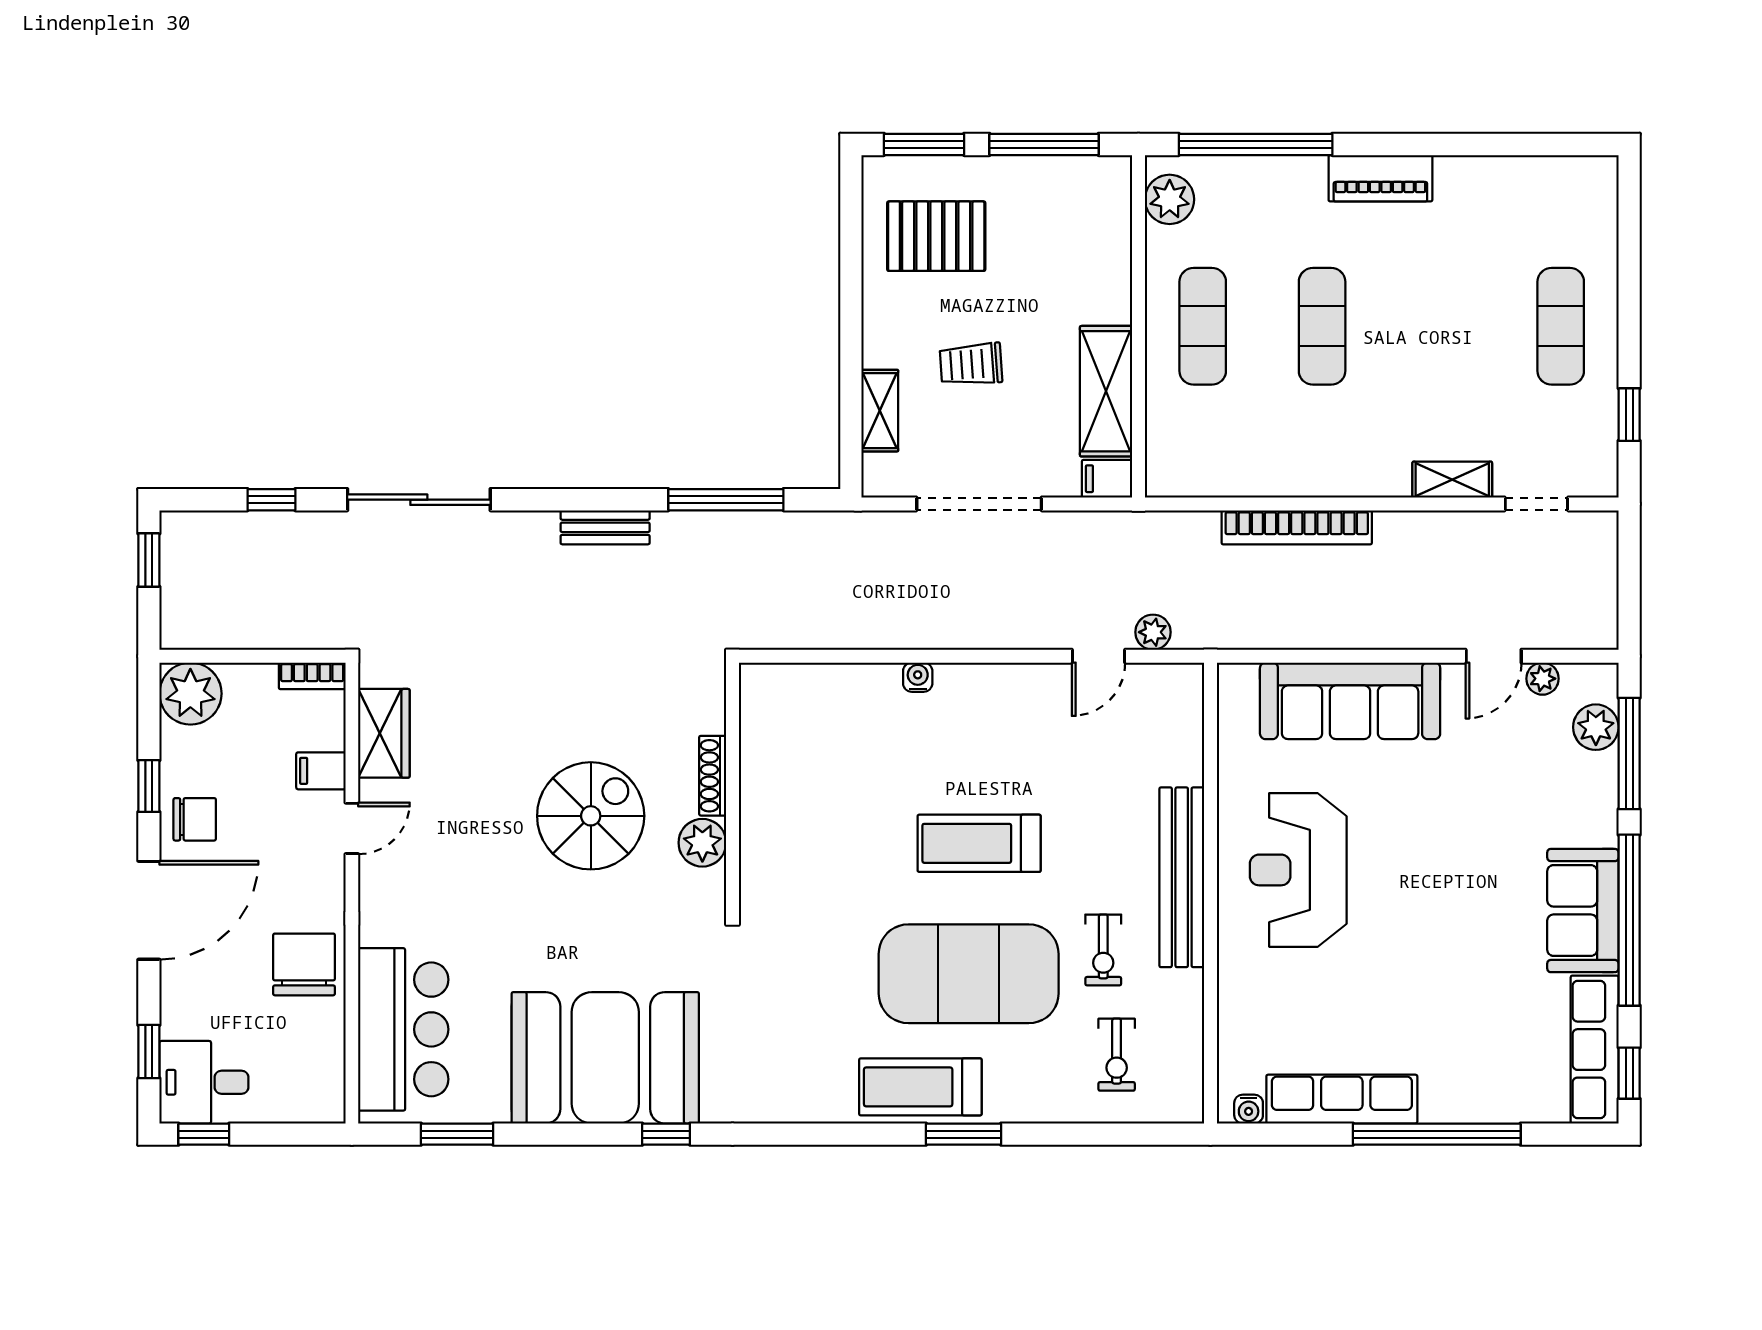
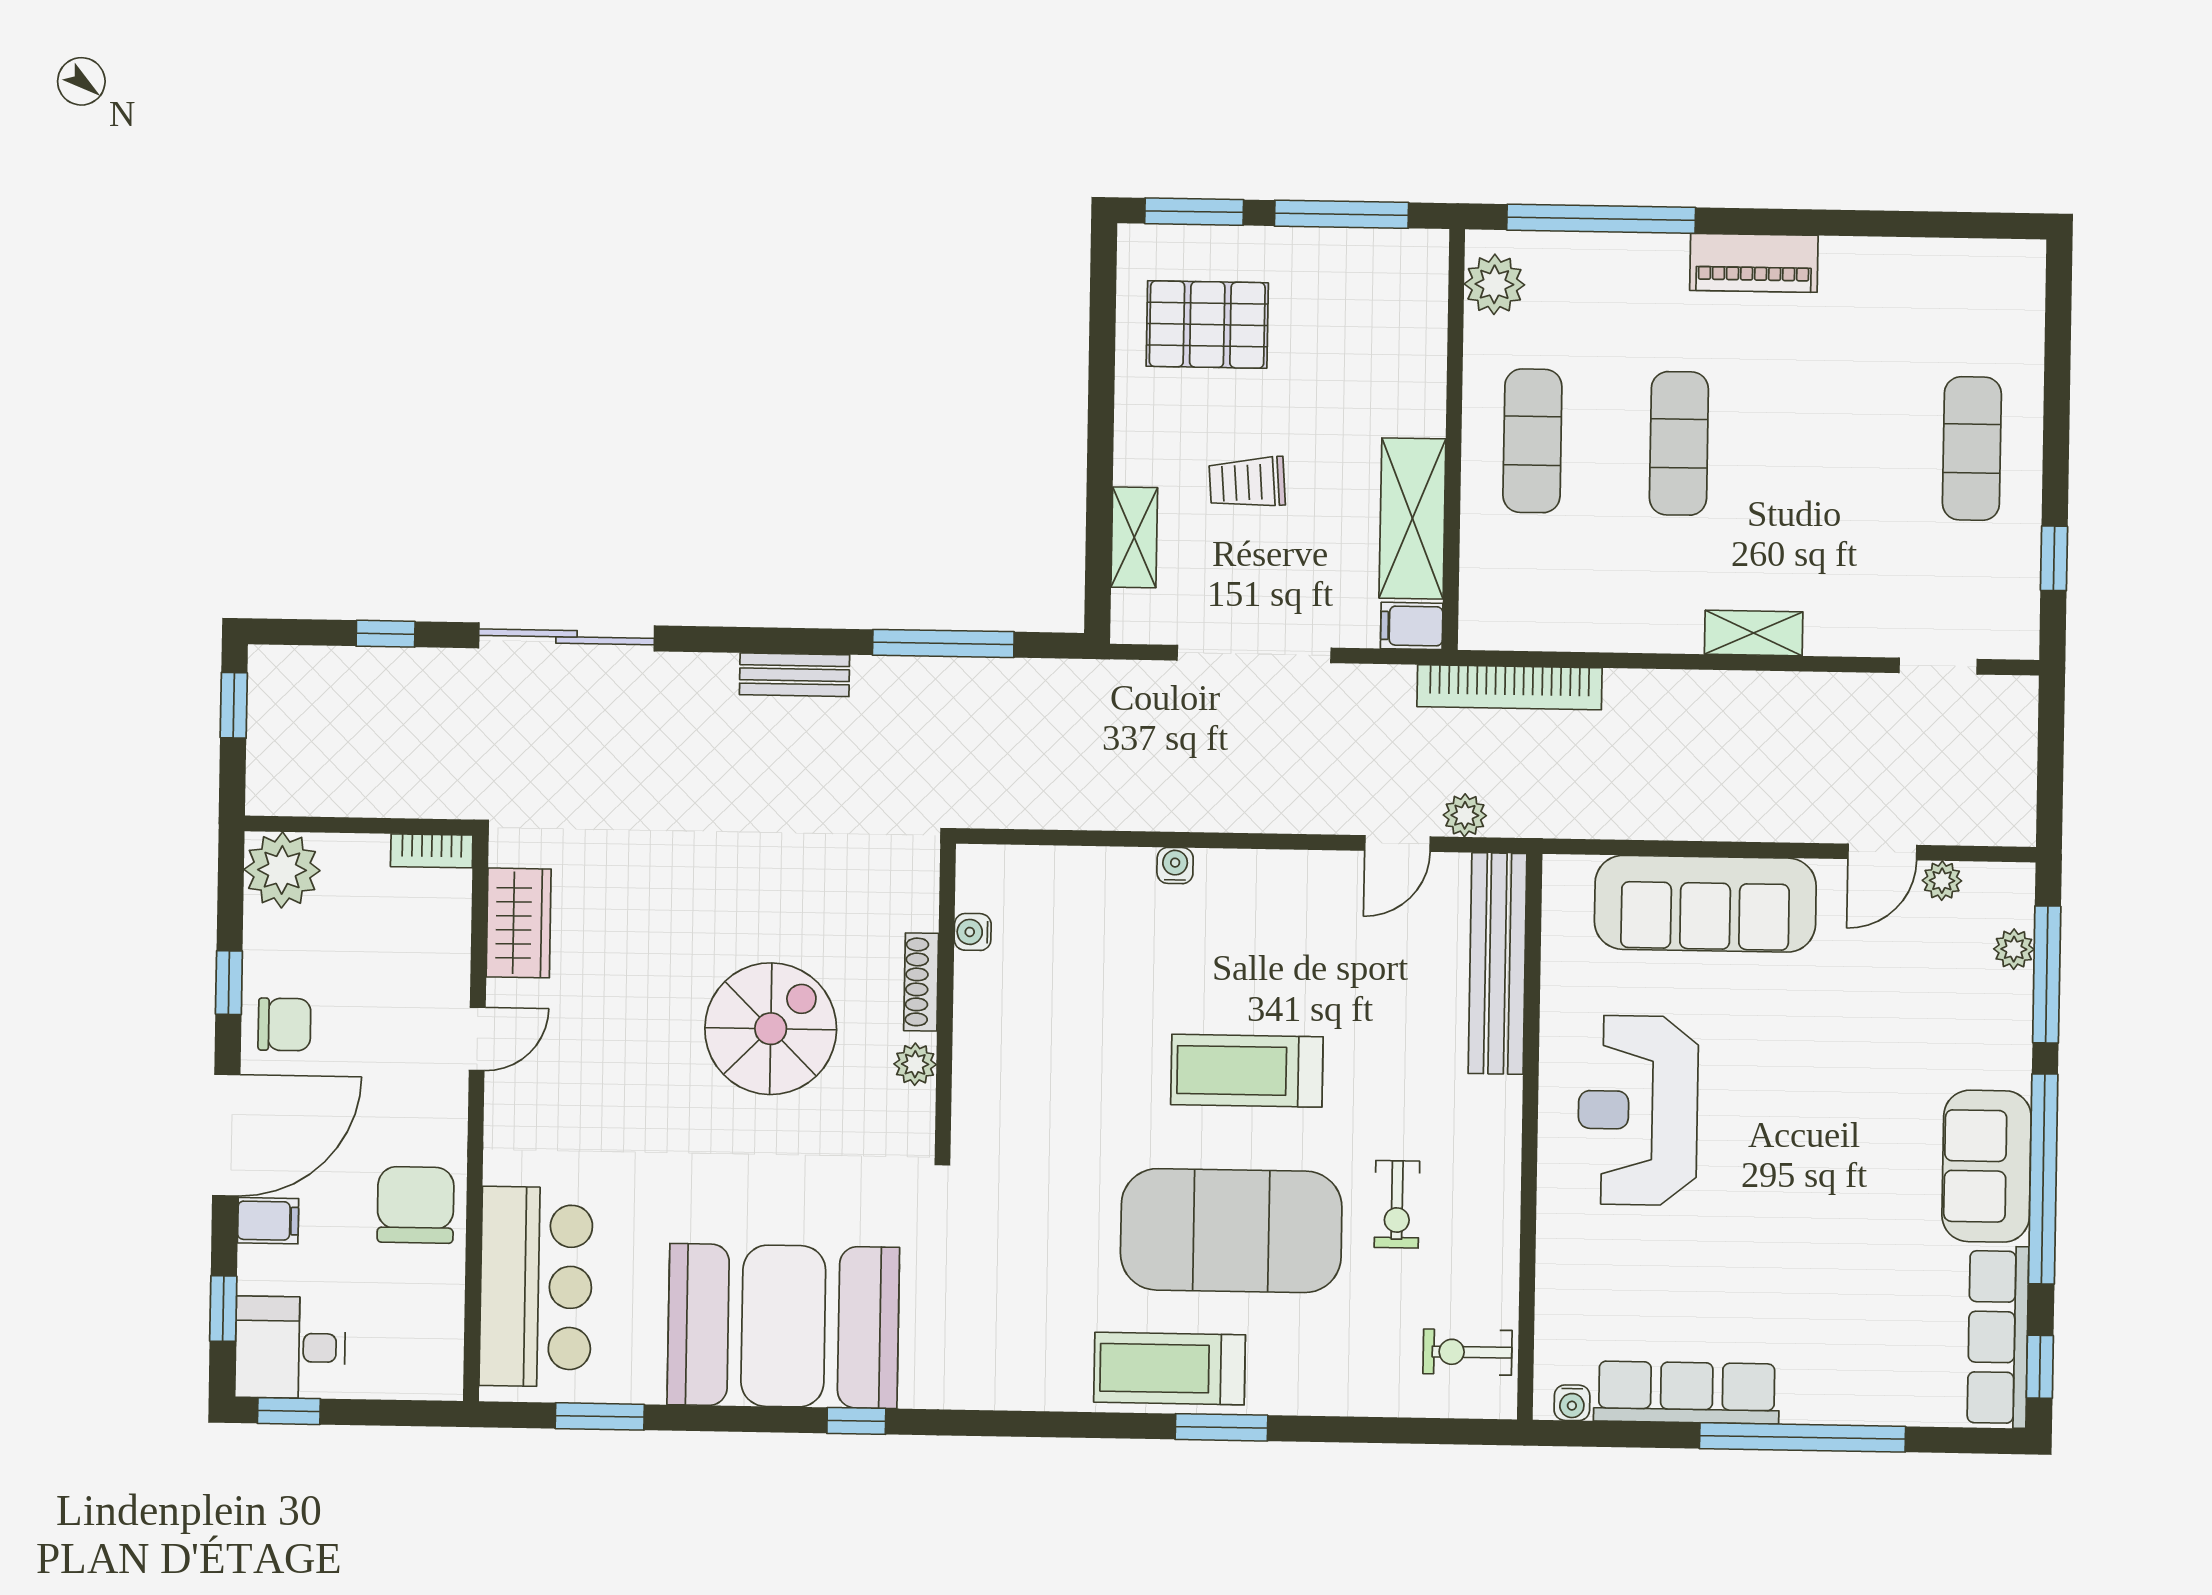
shelving: (1452, 480) -> (1754, 633), moved
bookcase: (1297, 527) -> (1510, 687), moved
plant: (1596, 727) -> (2014, 949), width x0.73, depth x0.73
water cooler: (754, 734) -> (973, 932), added
filing cabinet: (321, 771) -> (268, 1221), moved, turned 180
plant: (702, 843) -> (915, 1064), width x0.73, depth x0.73
bench: (1182, 877) -> (1497, 964), moved
exercise bike: (1117, 1055) -> (1468, 1352), moved, turned 90

